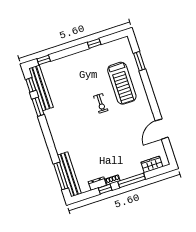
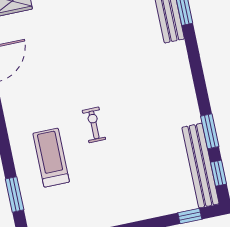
treadmill: (122, 83) -> (51, 158), width x0.73, depth x0.73

